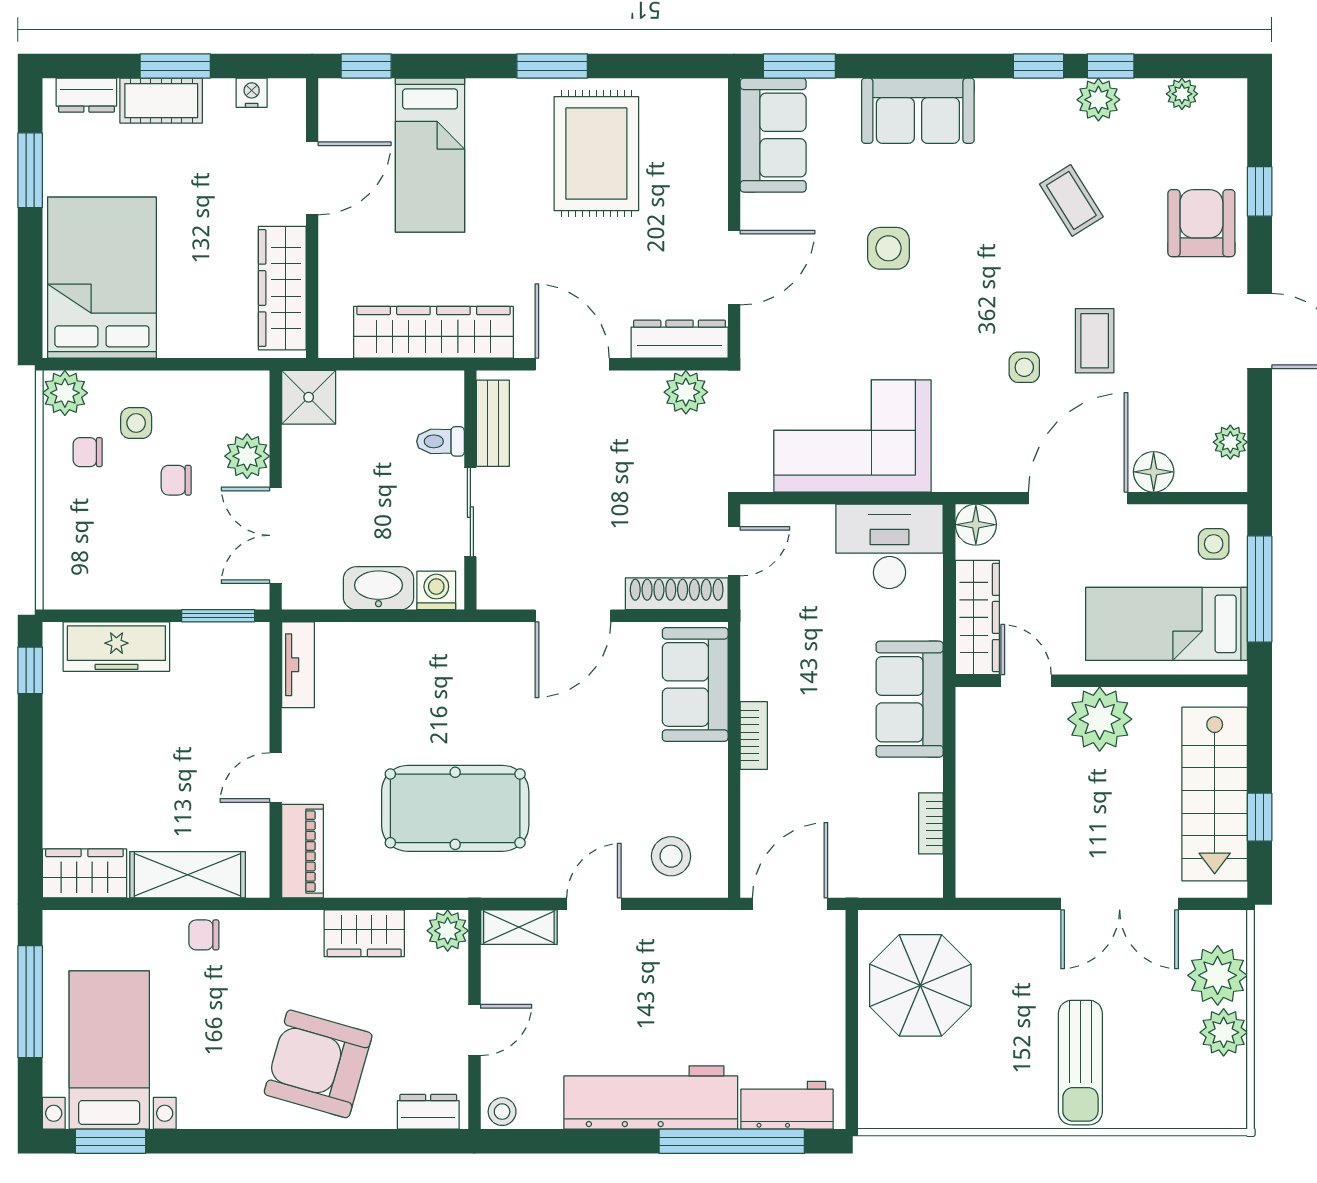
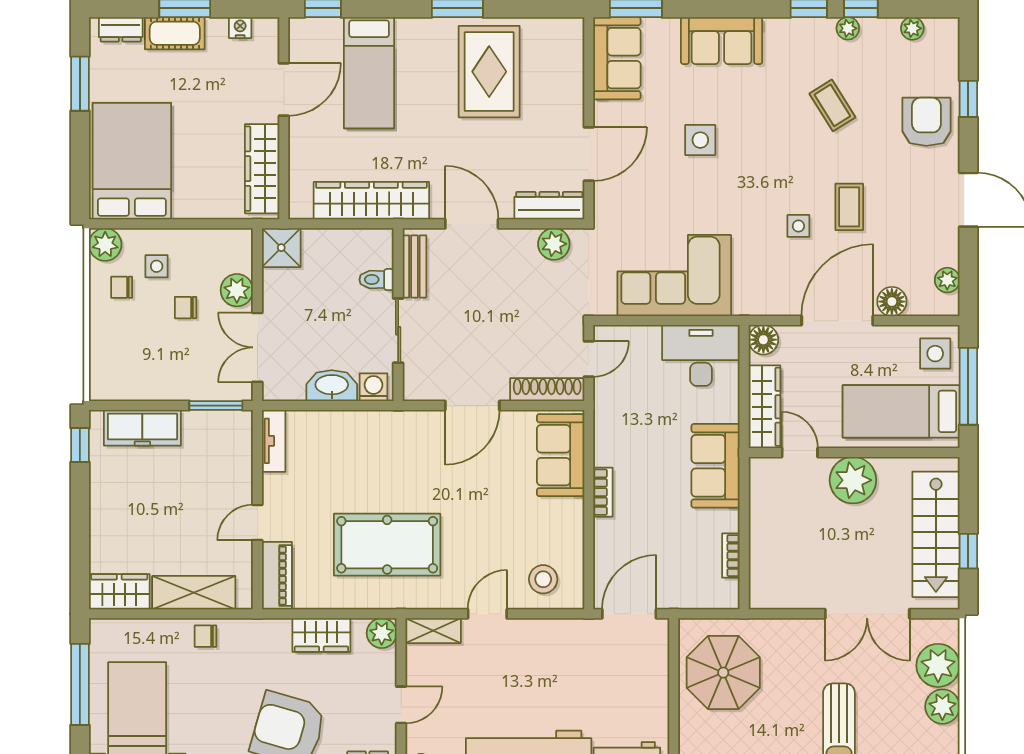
plant: (1098, 100) -> (848, 28), width x0.73, depth x0.73
side table: (1214, 544) -> (935, 354), width x1.37, depth x1.37

